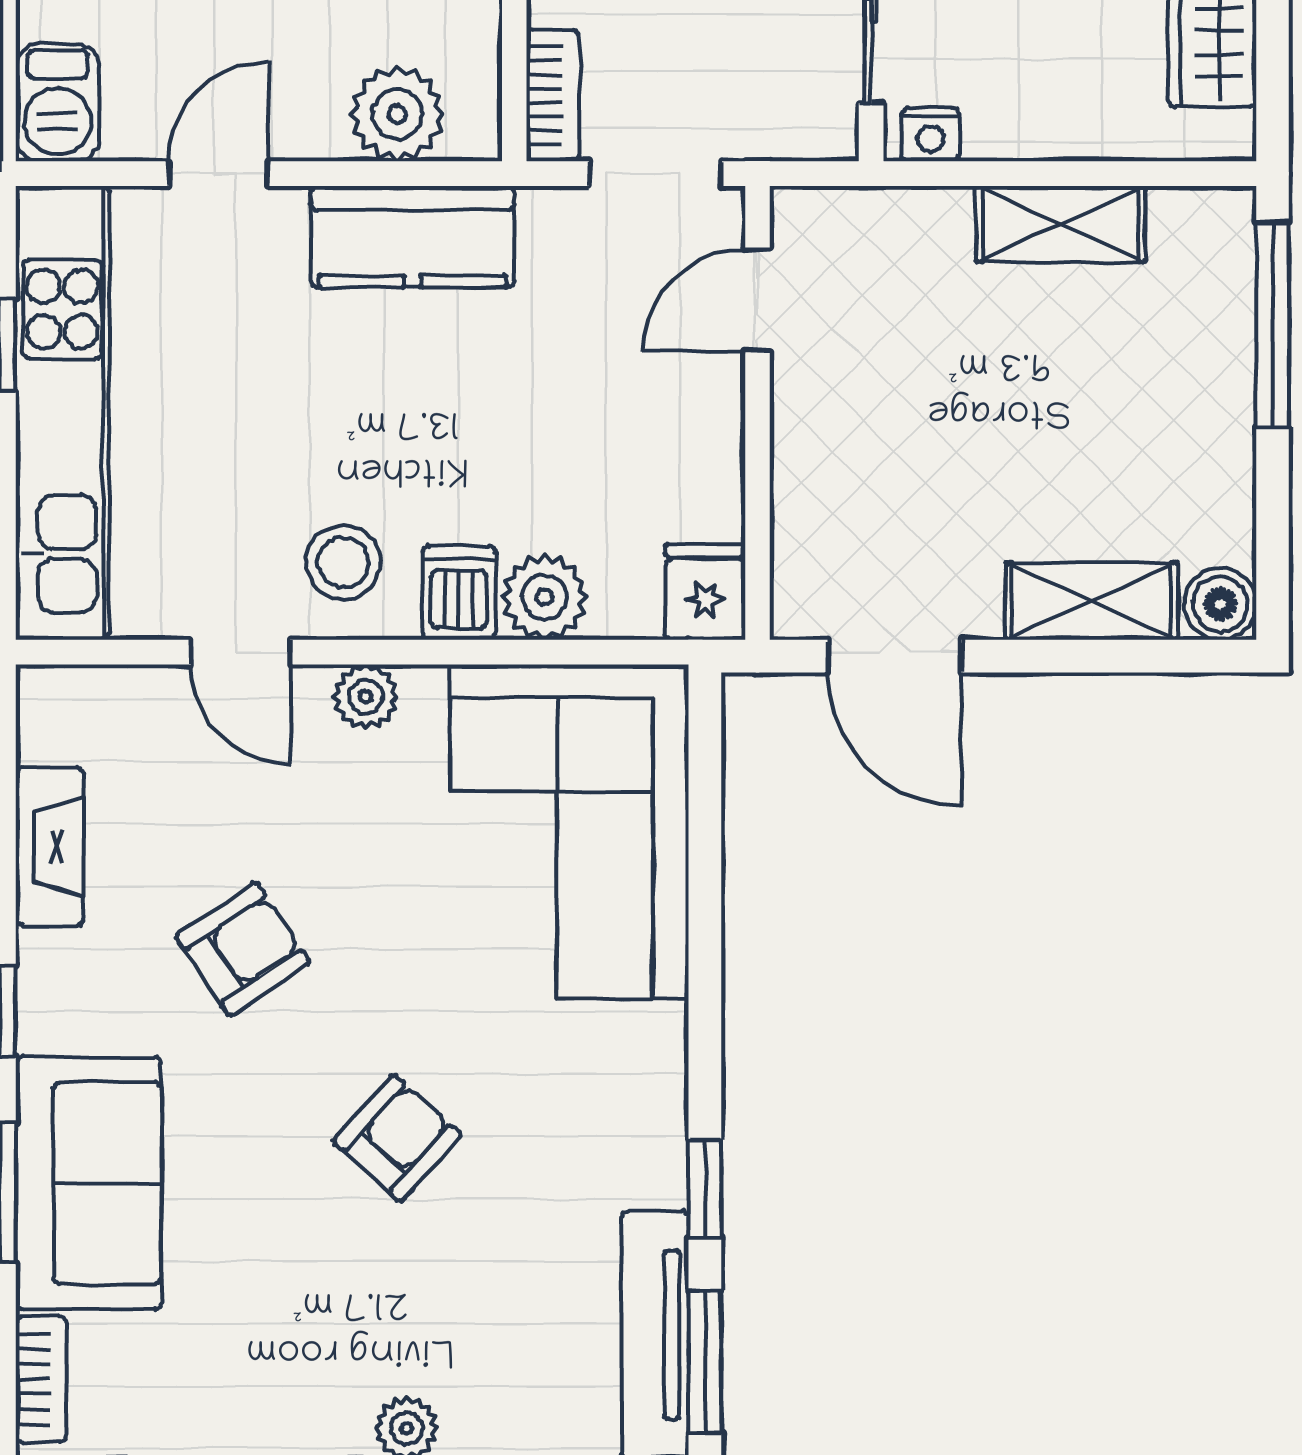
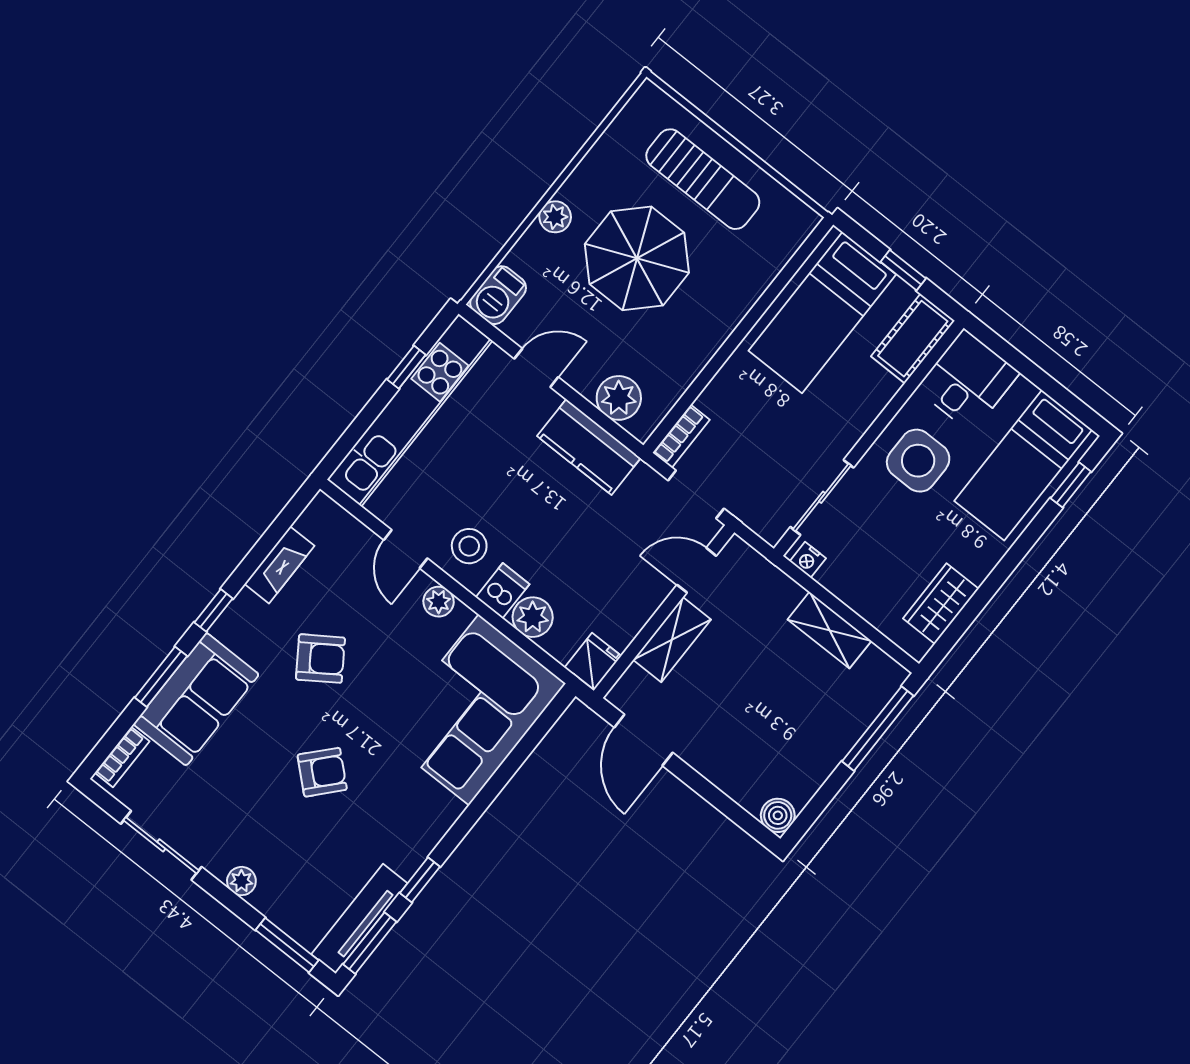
shelving: (1092, 601) -> (672, 640), moved, turned 90

